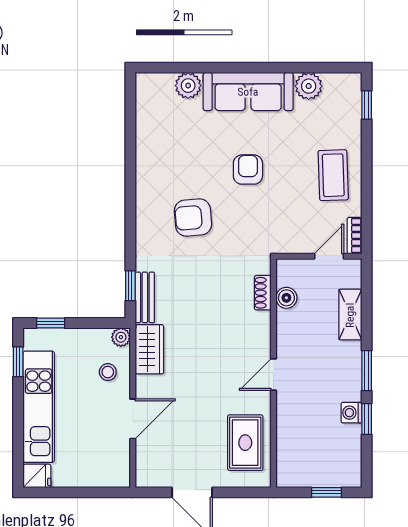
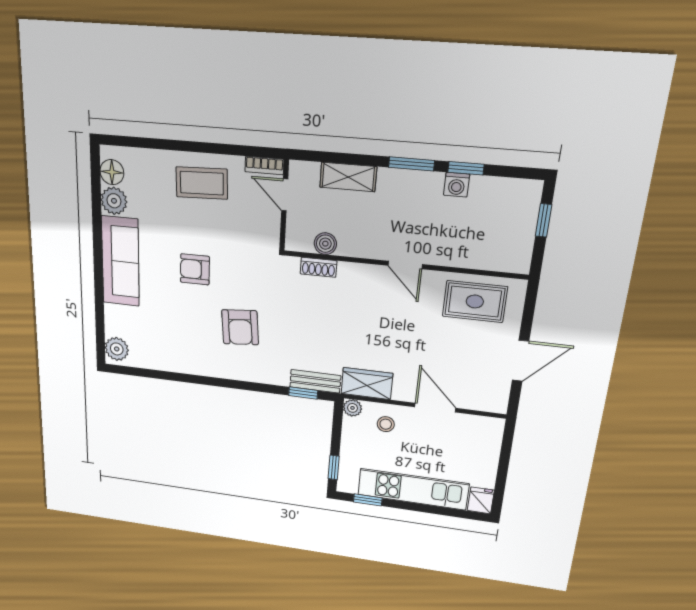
floor lamp: (336, 85) -> (112, 172), added
plant: (188, 86) -> (117, 349), moved
window: (367, 105) -> (131, 142), removed

